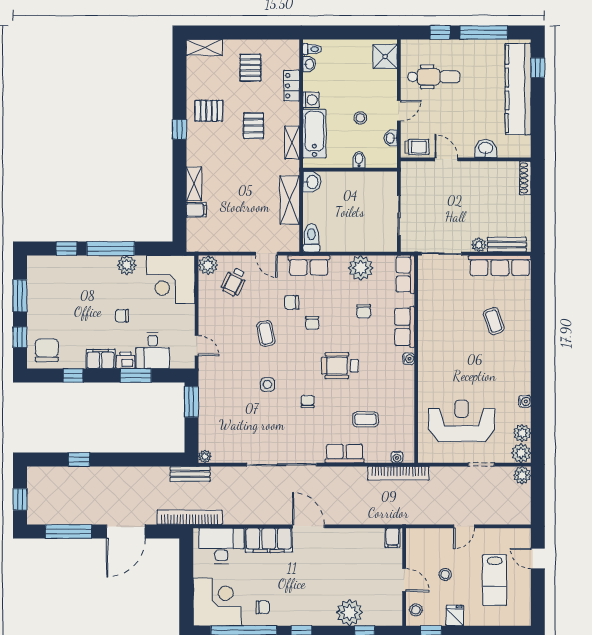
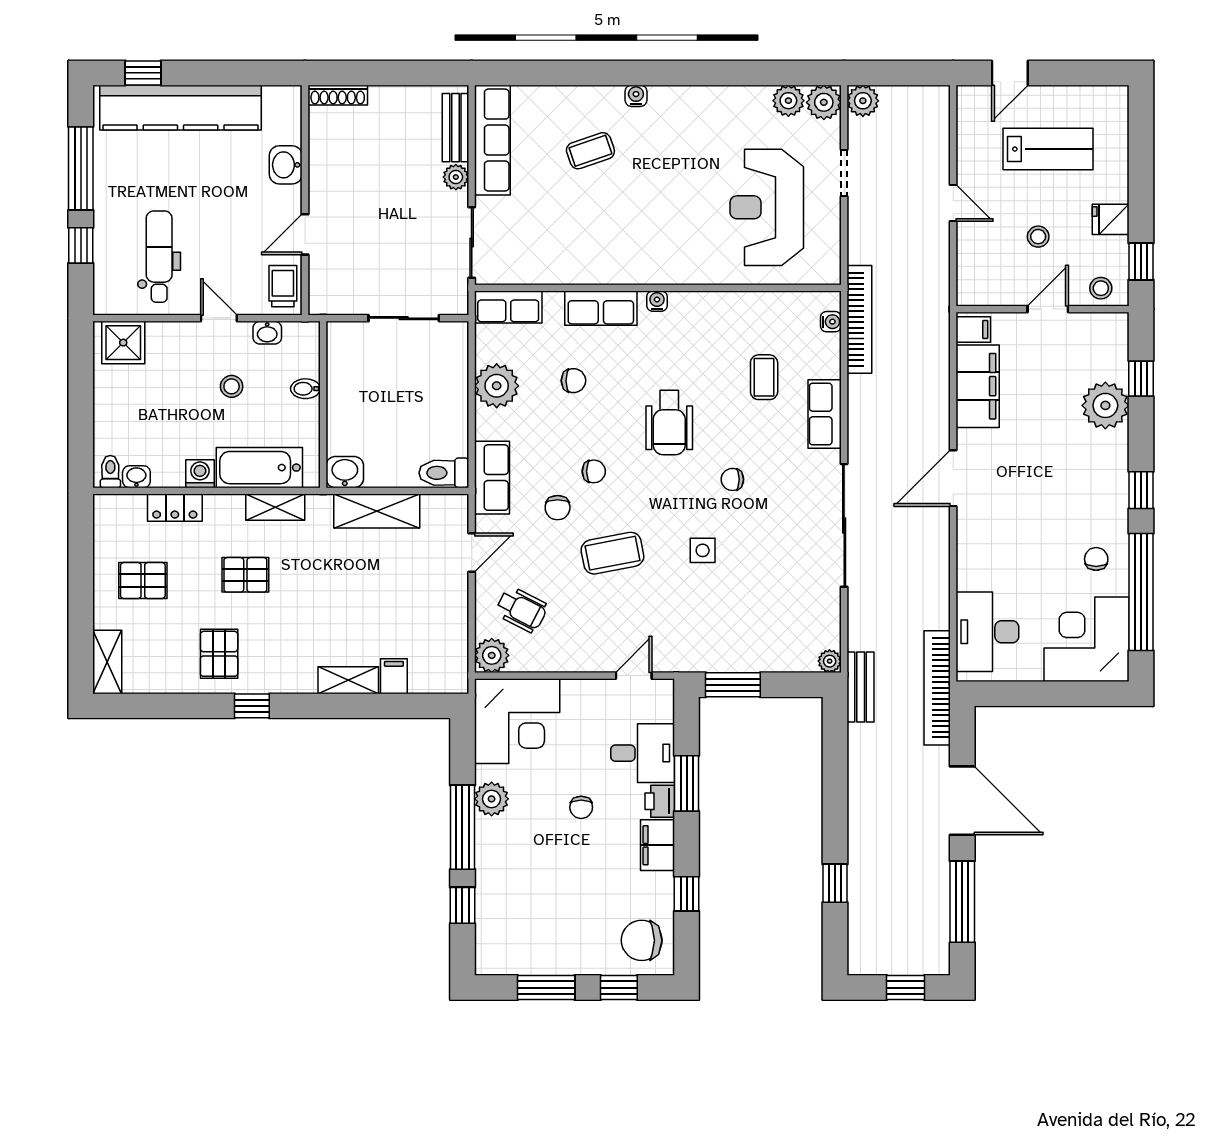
coffee table: (266, 333) -> (612, 553), width x1.36, depth x1.30
water cooler: (525, 401) -> (636, 96), moved
filing cabinet: (269, 540) -> (978, 386), moved

